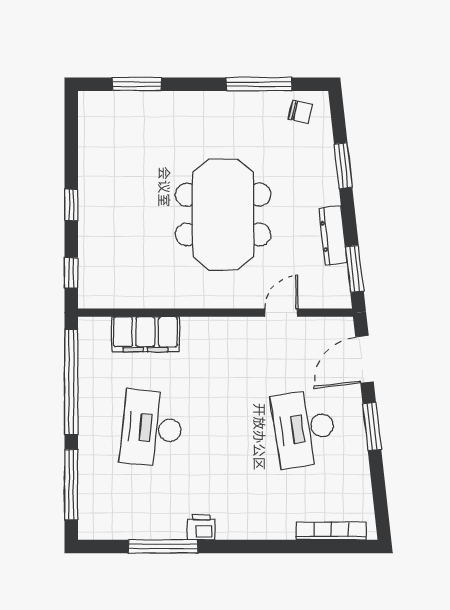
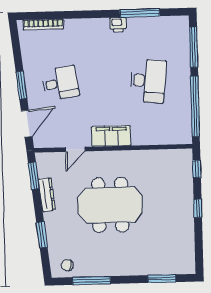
meeting table: (223, 215) -> (110, 205), turned 90
filing cabinet: (145, 334) -> (111, 136), moved
desk: (304, 428) -> (60, 83), width x0.73

